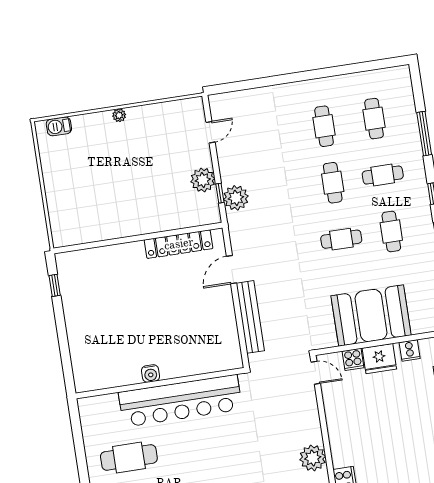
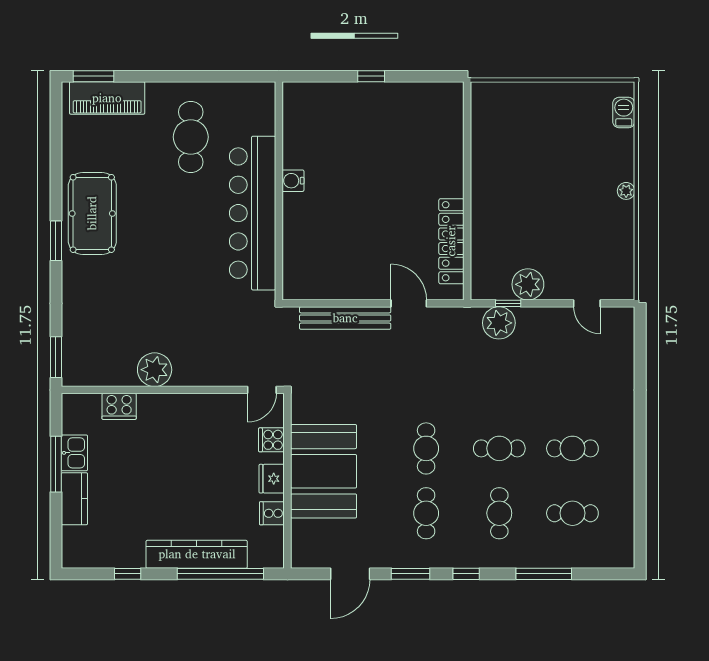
cafe table: (391, 231) -> (426, 513), turned 90
window: (55, 285) -> (371, 76), moved
fridge: (379, 359) -> (272, 479), width x0.73, depth x0.75

